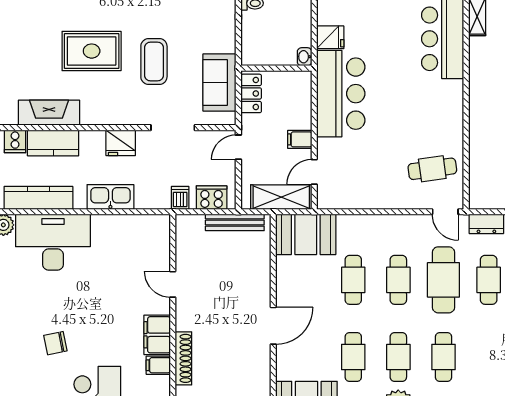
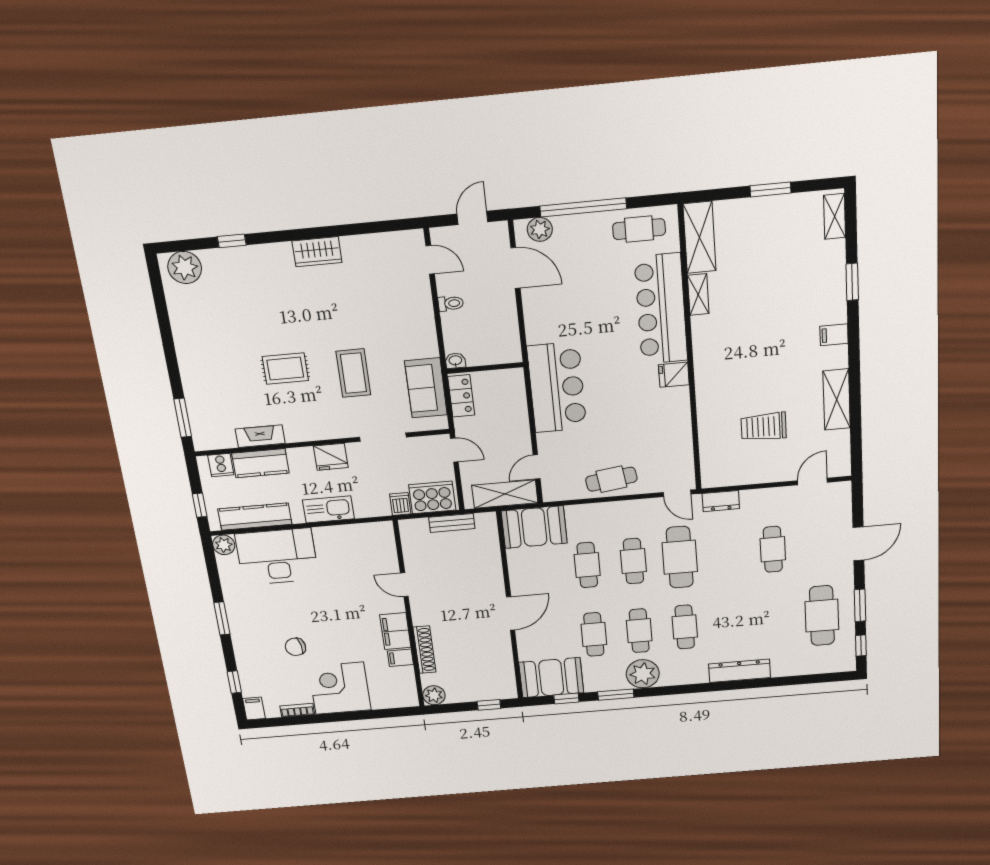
fridge: (330, 37) -> (674, 375), moved, turned 180
rug: (92, 51) -> (285, 369), width x0.73, depth x0.70
washbasin: (305, 57) -> (455, 361), moved, turned 90
fireplace: (49, 113) -> (260, 436), width x0.73, depth x0.76
filing cabinet: (300, 139) -> (518, 437), removed
door: (238, 147) -> (454, 450), swing flipped
cafe table: (432, 169) -> (611, 479), moved
cooker: (212, 198) -> (432, 497), width x1.37, depth x1.31
bench: (235, 222) -> (452, 523), width x0.73
cafe table: (489, 280) -> (726, 553), removed

